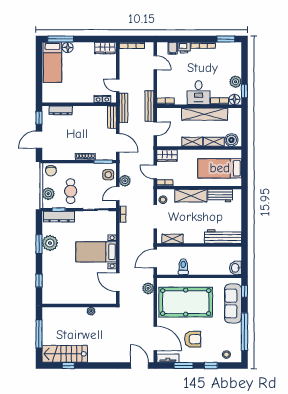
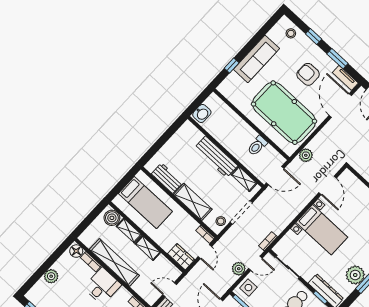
plant: (236, 82) -> (51, 276), moved
window: (244, 91) -> (61, 250), removed
workbench: (223, 237) -> (216, 157), moved
washbasin: (236, 268) -> (202, 113), moved
window: (244, 291) -> (232, 65), moved
sofa: (233, 303) -> (256, 59), moved
window: (244, 332) -> (257, 39), removed

